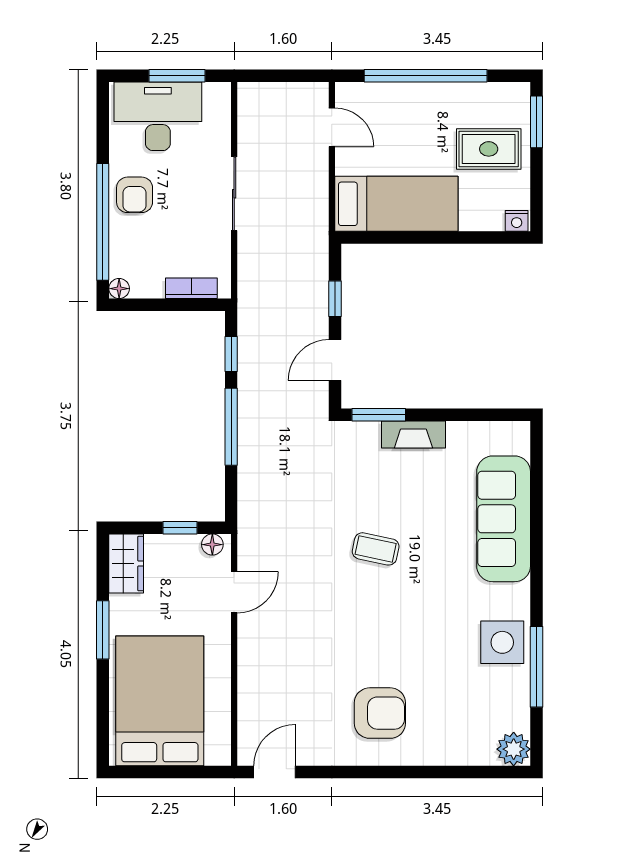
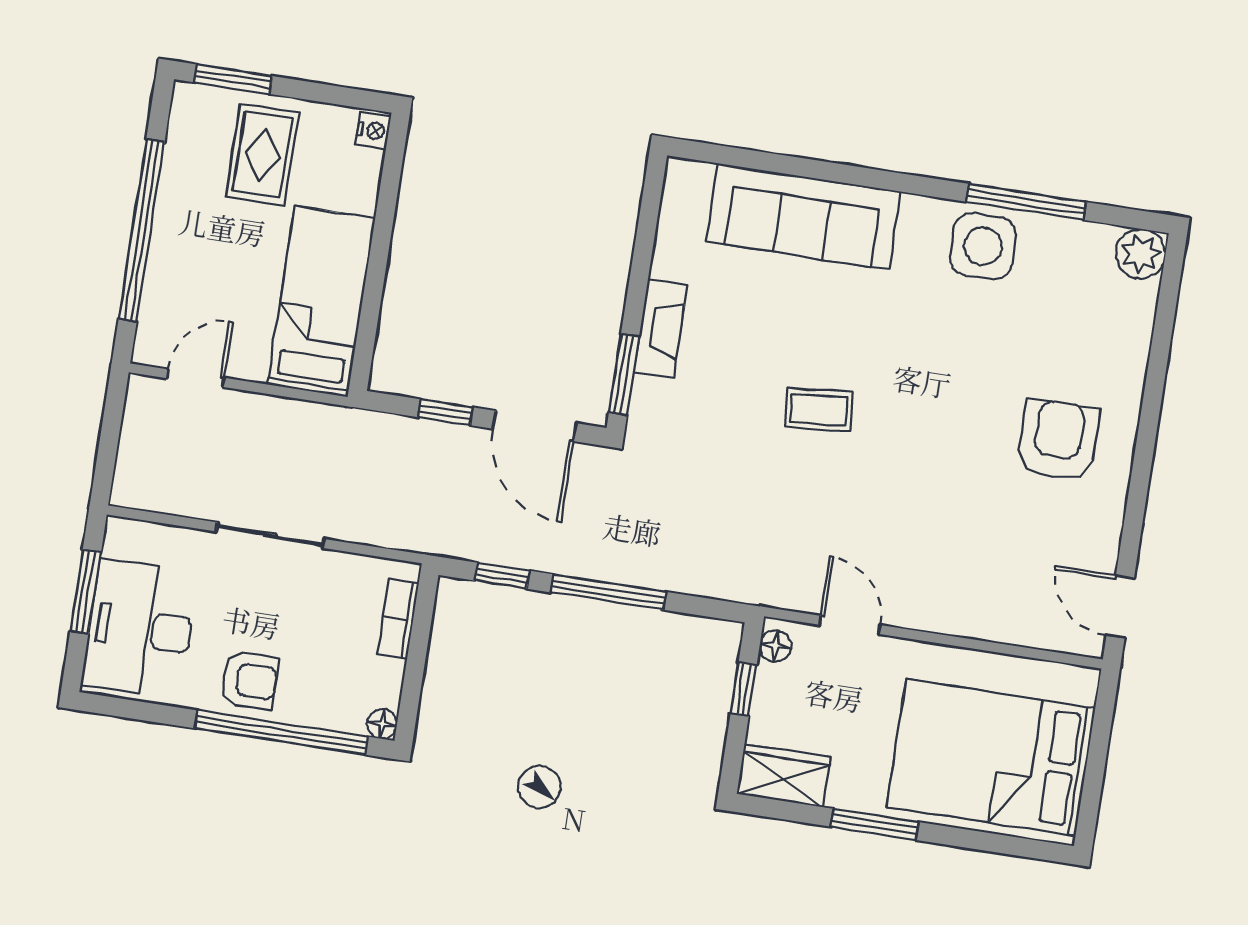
door: (335, 360) -> (535, 426), width x1.38
coffee table: (376, 549) -> (819, 409), turned 73

